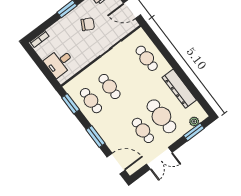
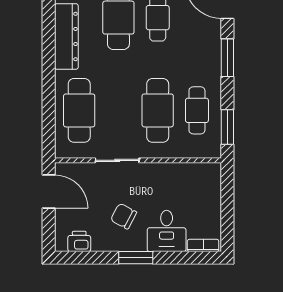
cafe table: (147, 58) -> (79, 110), width x1.37, depth x1.35
desk: (59, 63) -> (167, 231), moved, turned 90
cafe table: (110, 87) -> (158, 110), width x1.37, depth x1.35

